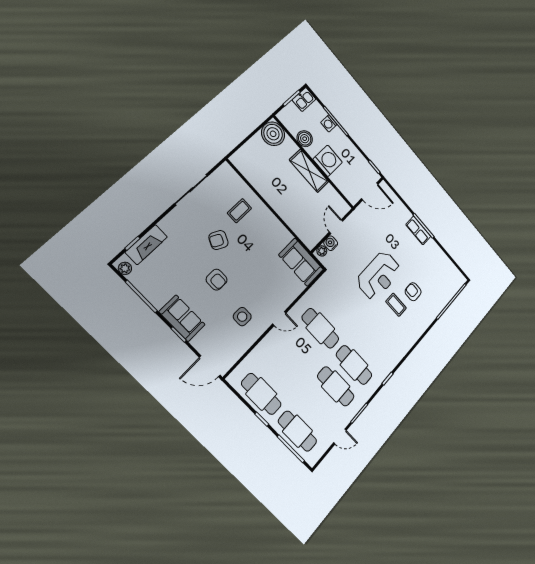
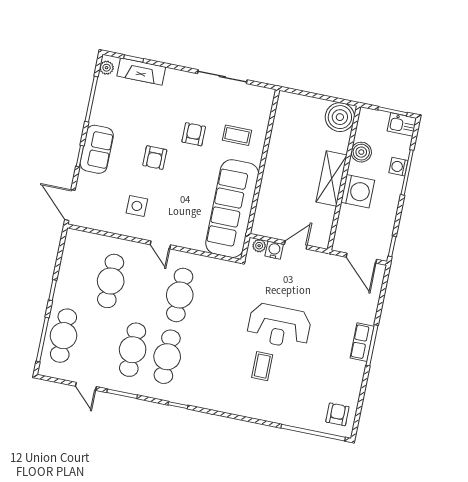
armchair: (219, 240) -> (194, 134), turned 64
sofa: (301, 262) -> (232, 209), width x1.85, depth x1.27
armchair: (413, 292) -> (337, 414), moved
cafe table: (261, 394) -> (111, 281), moved

